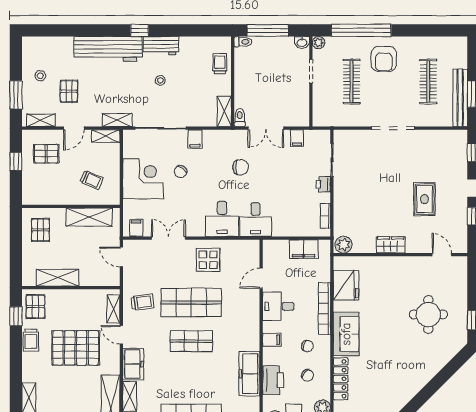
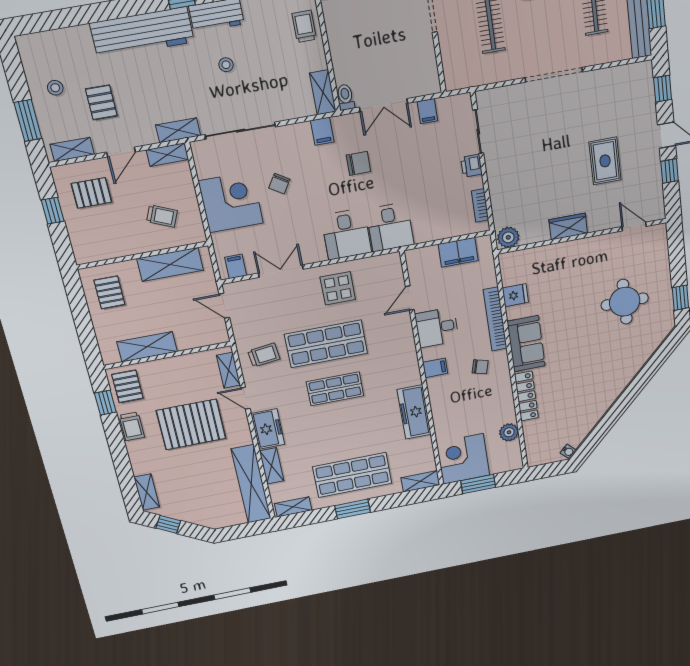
filing cabinet: (195, 139) -> (322, 131), moved
fridge: (346, 285) -> (515, 295), width x0.53, depth x0.75
chair: (308, 375) -> (486, 400), removed
printer: (273, 380) -> (444, 414), removed

